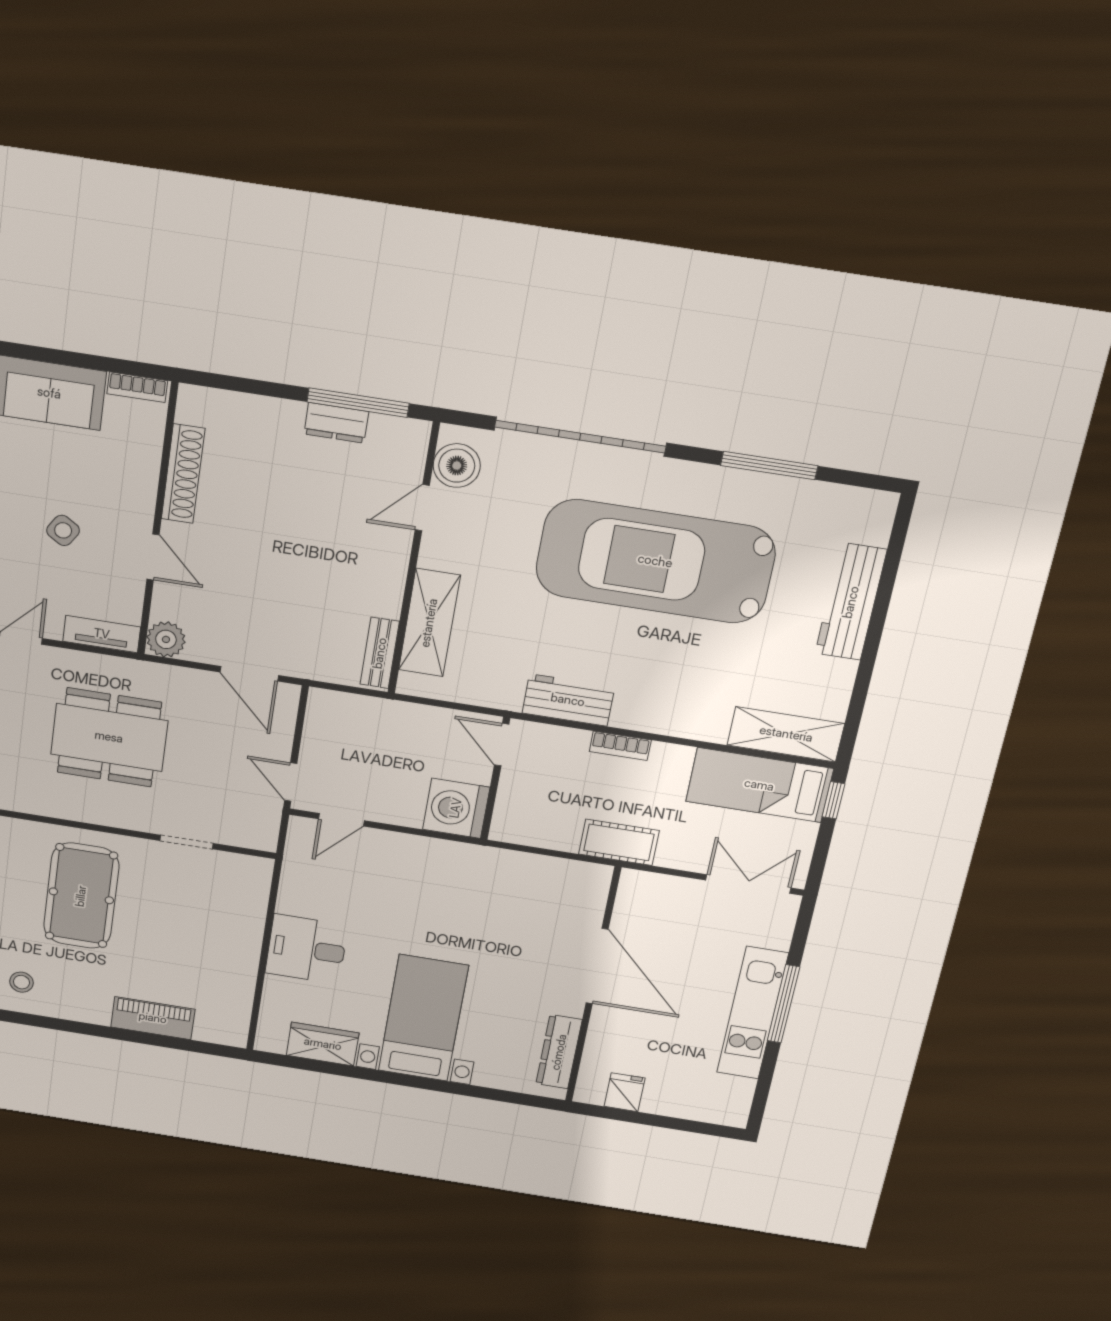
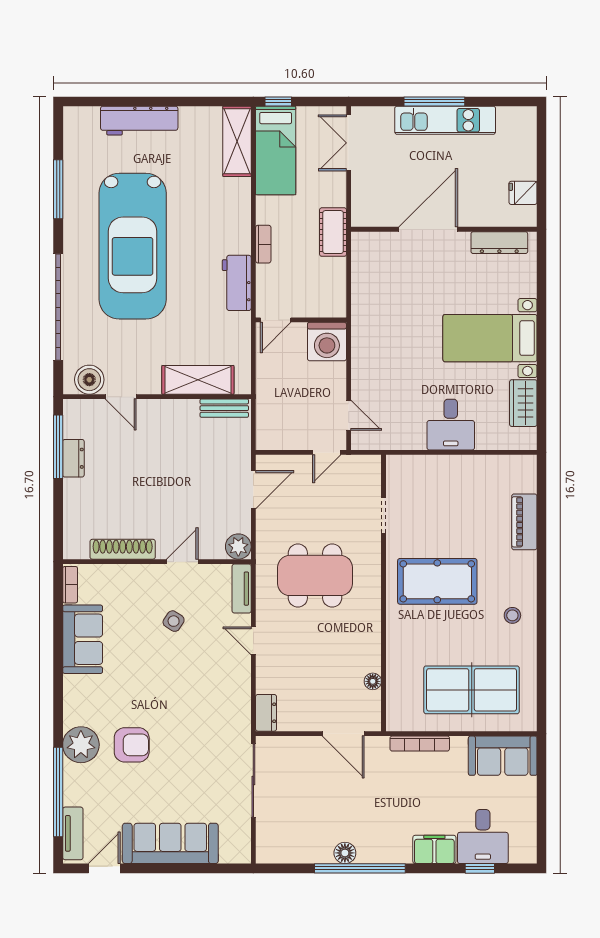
dining table: (109, 737) -> (315, 575), turned 90

